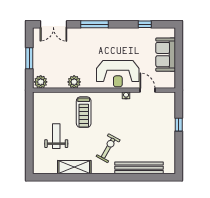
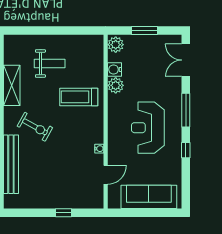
window: (145, 24) -> (186, 150), moved
sofa: (166, 55) -> (149, 197), width x1.36
reception desk: (118, 74) -> (148, 128), moved
water cooler: (61, 83) -> (115, 69), added

